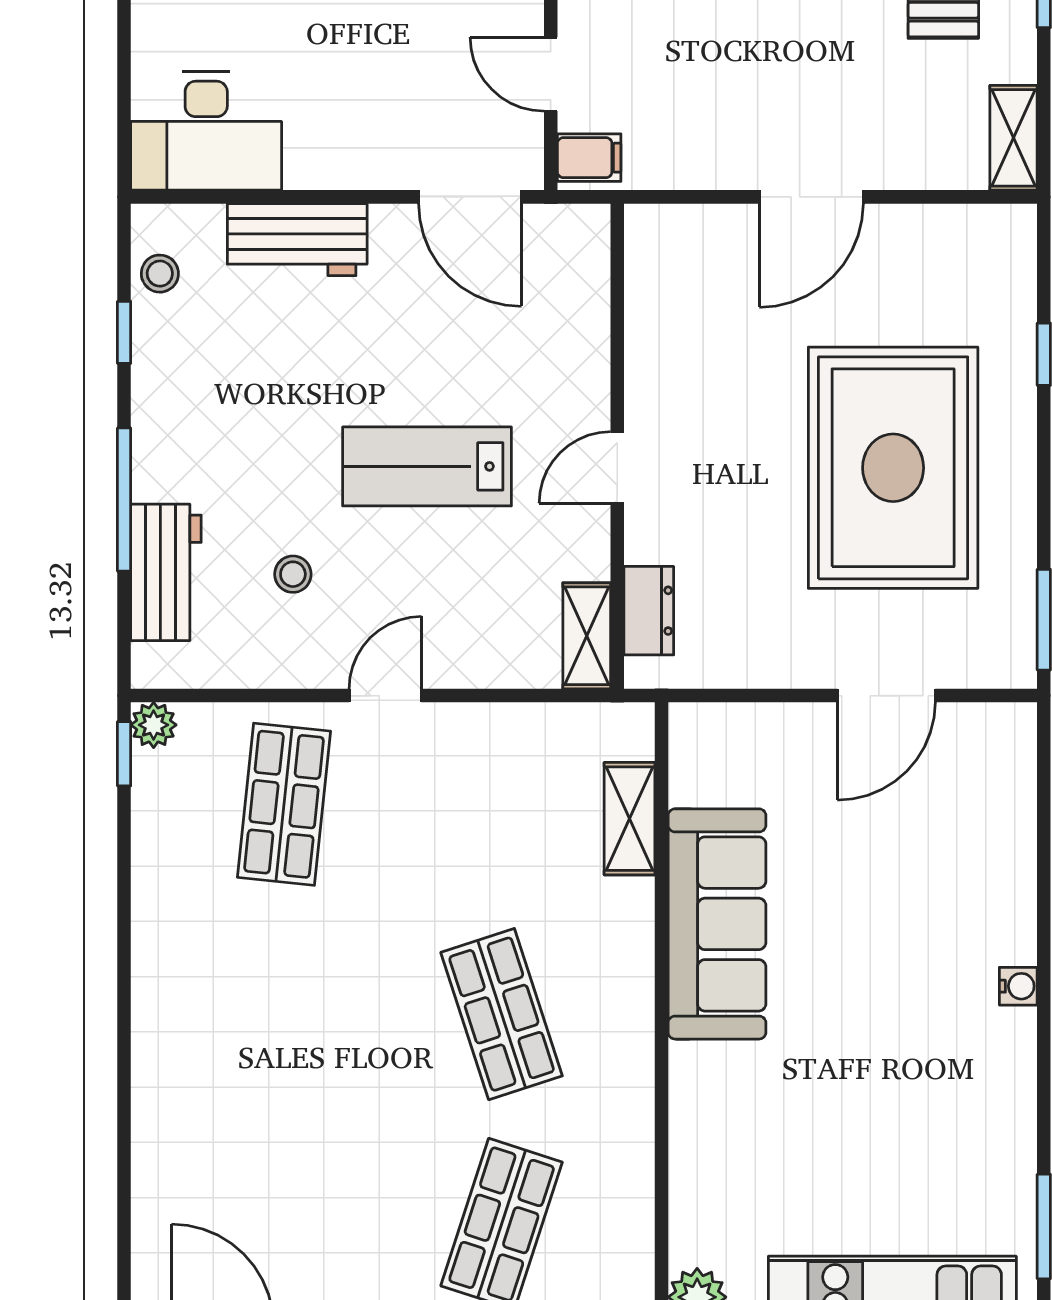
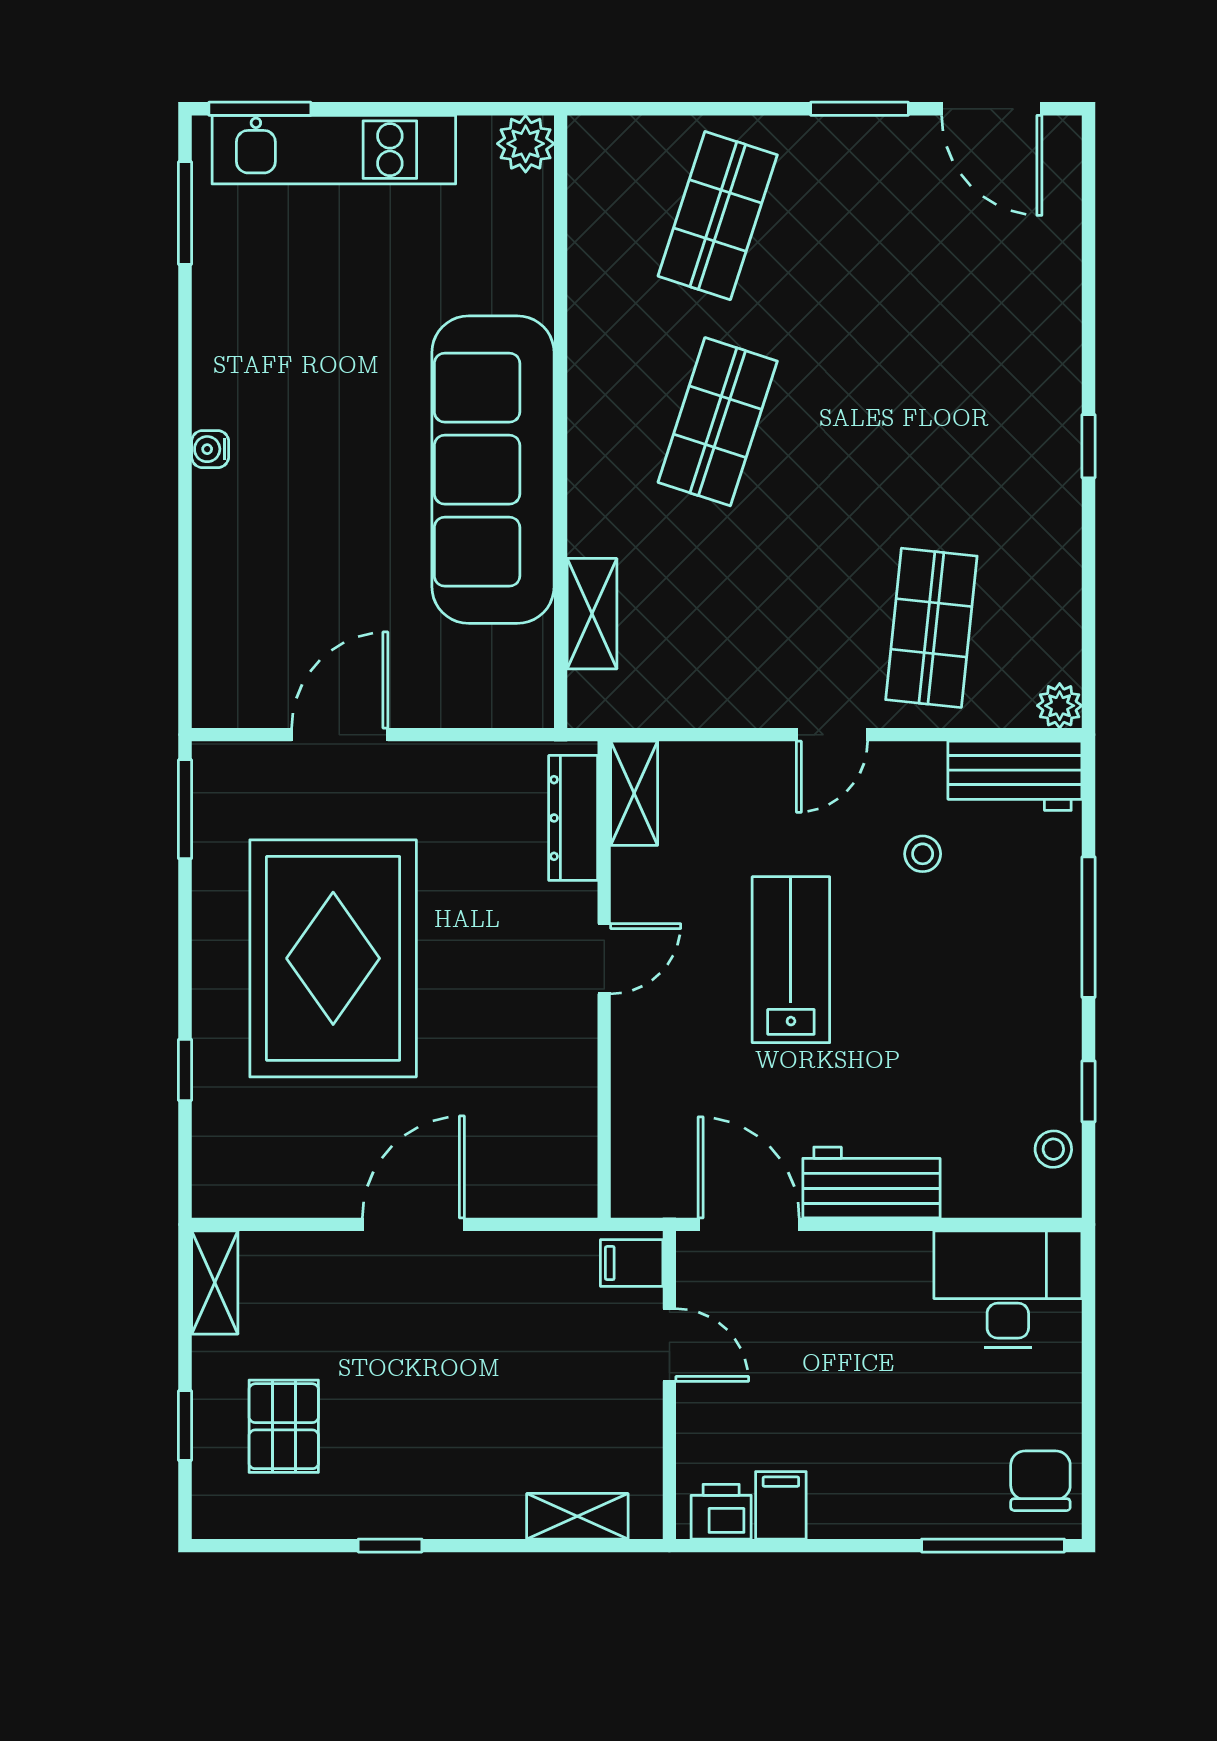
workbench: (297, 240) -> (871, 1182), moved
lab bench: (427, 466) -> (791, 960), turned -90
workbench: (166, 572) -> (1015, 776), moved, turned -90
dresser: (649, 611) -> (573, 818), width x1.44
window: (124, 754) -> (1088, 446), moved
sofa: (717, 924) -> (493, 470), width x1.36, depth x1.27
shop shelf: (502, 1014) -> (718, 422), turned 36

